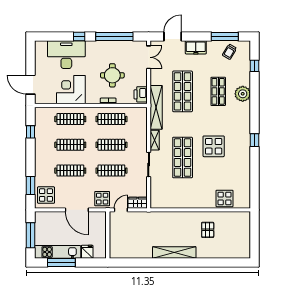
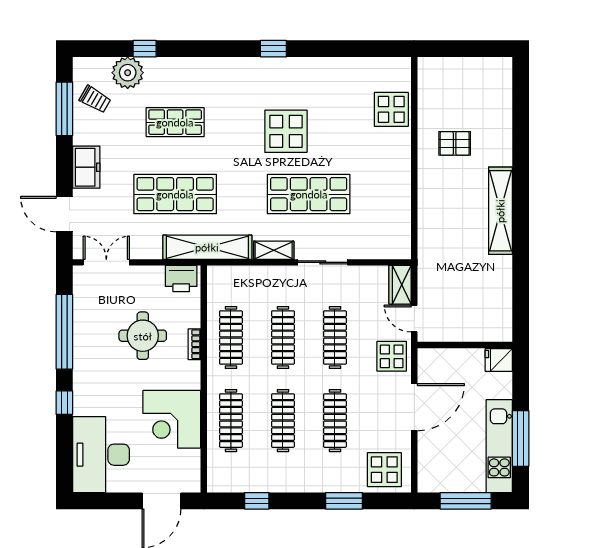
desk: (66, 55) -> (101, 455), moved
window: (255, 66) -> (145, 49), moved
plant: (243, 94) -> (128, 73), moved
window: (31, 185) -> (344, 501), moved
fridge: (87, 252) -> (499, 360), moved

